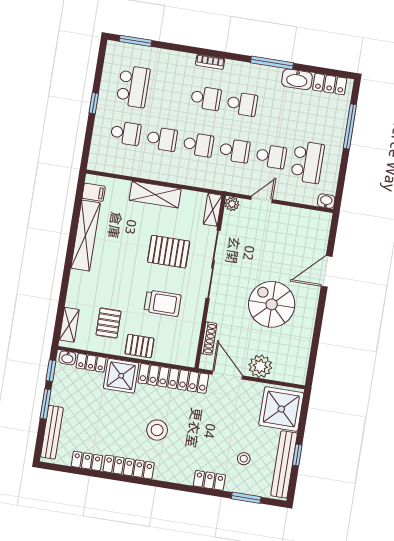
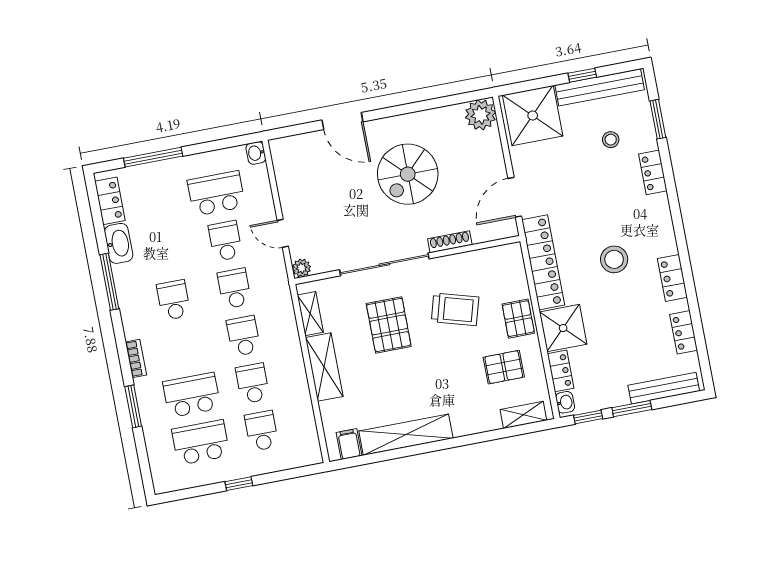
window: (135, 41) -> (133, 406), moved
school desk: (206, 98) -> (192, 395), moved, width x1.85
shelving: (213, 210) -> (310, 314), moved, turned 90
trolley: (163, 303) -> (455, 309), turned 106
shoe rack: (209, 338) -> (450, 242), moved
plant: (260, 366) -> (481, 115), moved
locker: (129, 467) -> (672, 278), width x0.66

